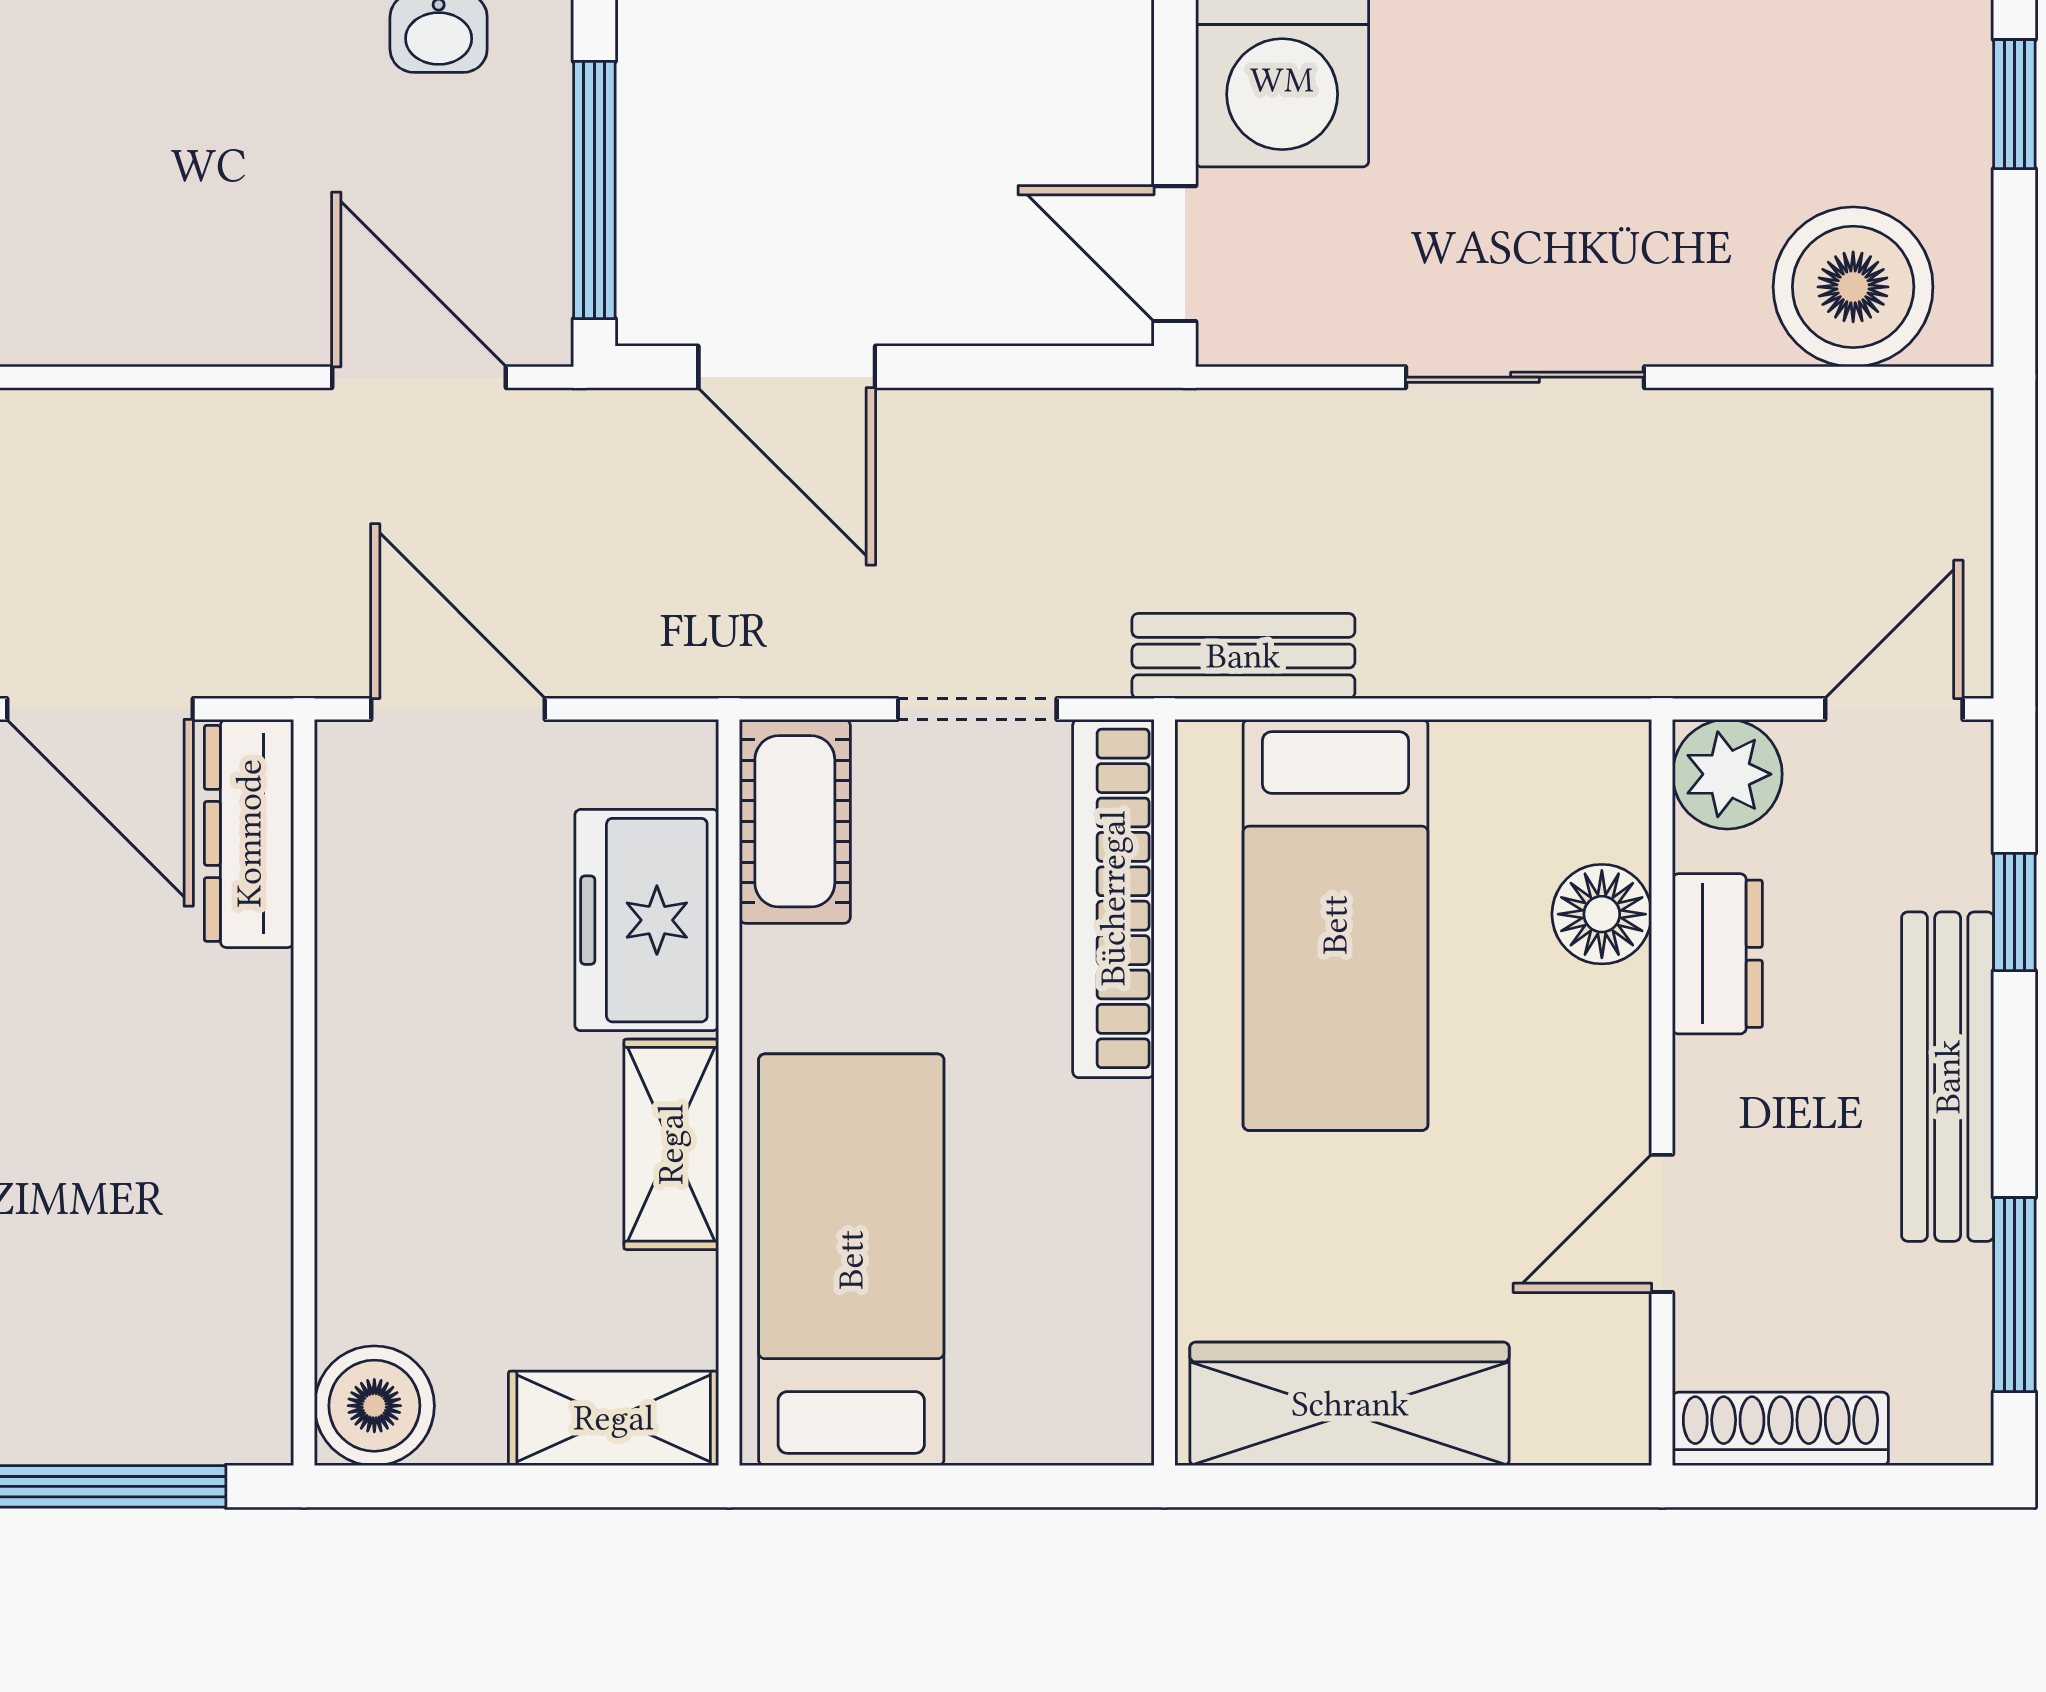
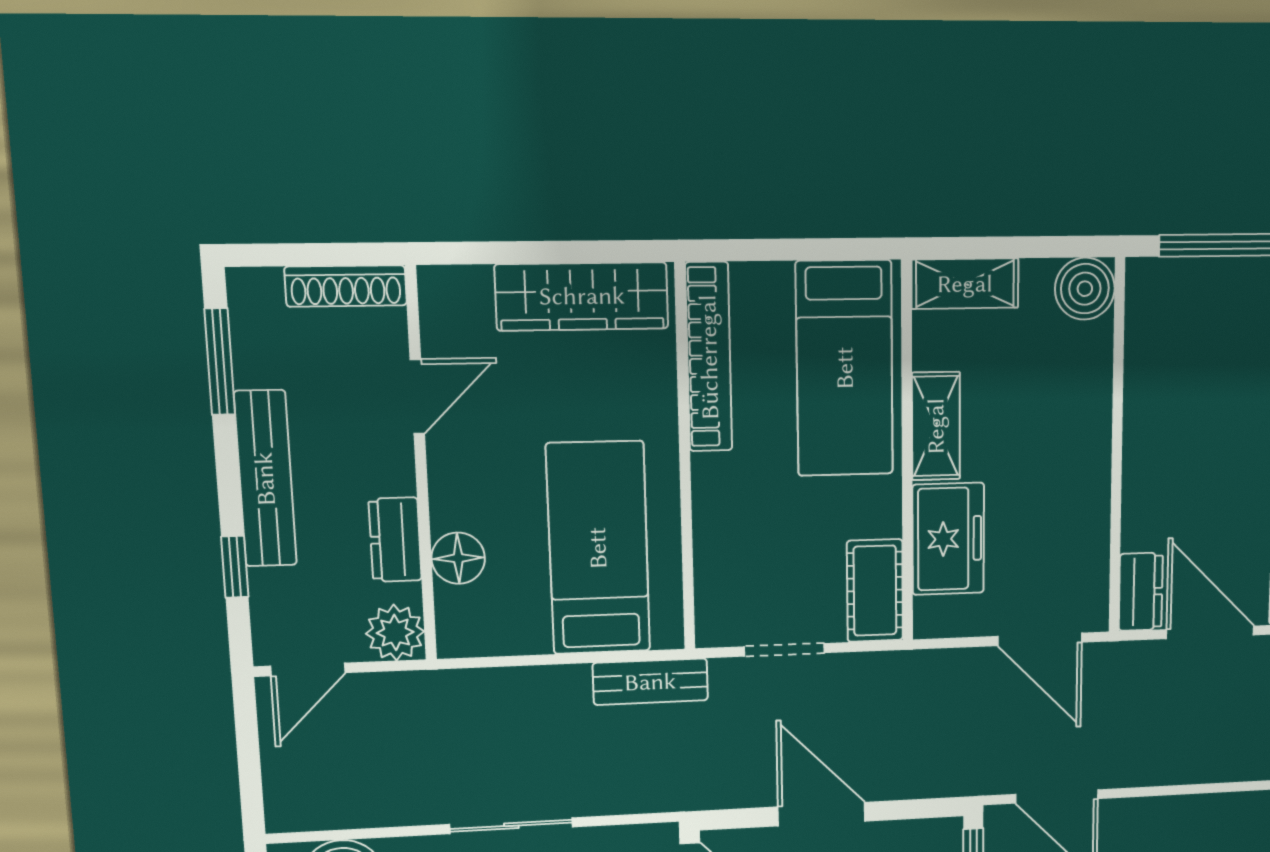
door: (787, 367) -> (822, 814), moved
dresser: (249, 833) -> (1141, 592), width x0.70
bookcase: (1113, 898) -> (709, 357), moved

